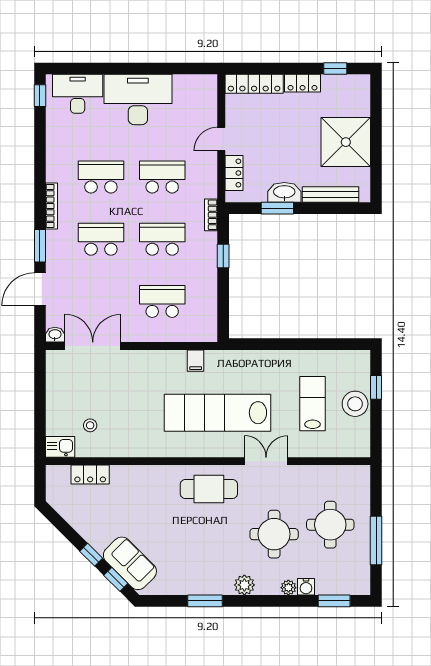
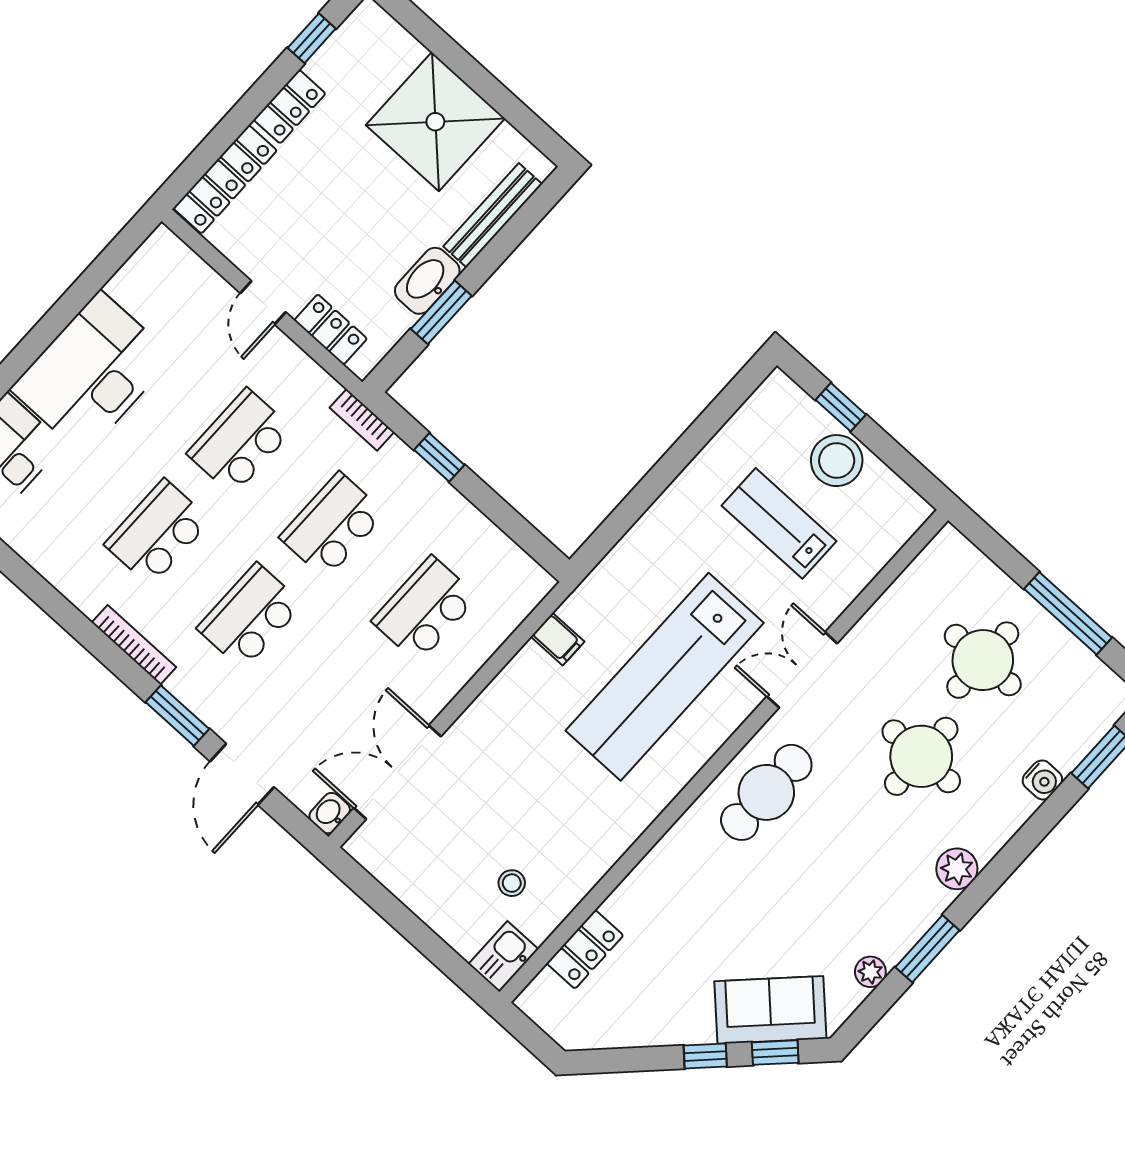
plant: (288, 588) -> (870, 972), moved

